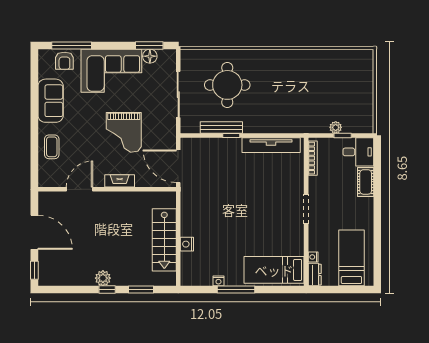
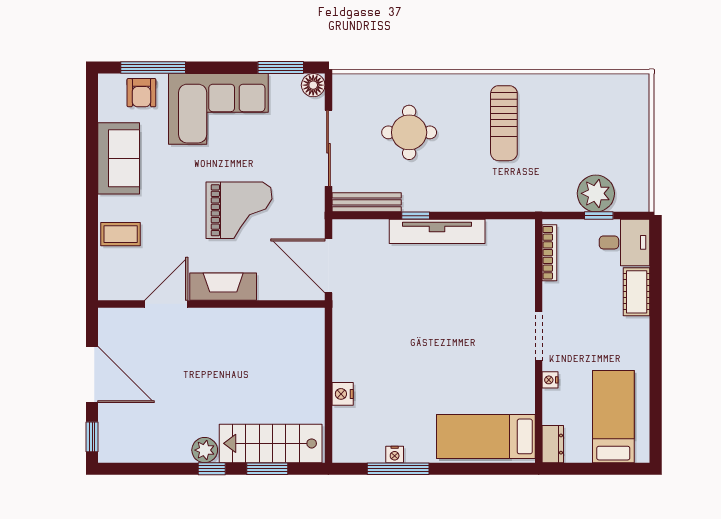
floor lamp: (150, 56) -> (313, 85), moved
sun lounger: (285, 79) -> (504, 123), added
round table: (227, 85) -> (409, 132), width x0.73, depth x0.73
bench: (221, 127) -> (367, 202), moved
plant: (336, 127) -> (596, 193), width x1.88, depth x1.88
grand piano: (124, 132) -> (239, 210), turned -90
tv unit: (271, 145) -> (437, 231), moved
coffee table: (52, 147) -> (121, 234), turned 90
fireplace: (120, 181) -> (223, 287), width x1.37, depth x1.32
stairs: (164, 240) -> (271, 443), moved, turned 90
nightstand: (313, 257) -> (550, 380), moved
window: (236, 290) -> (398, 469), moved

